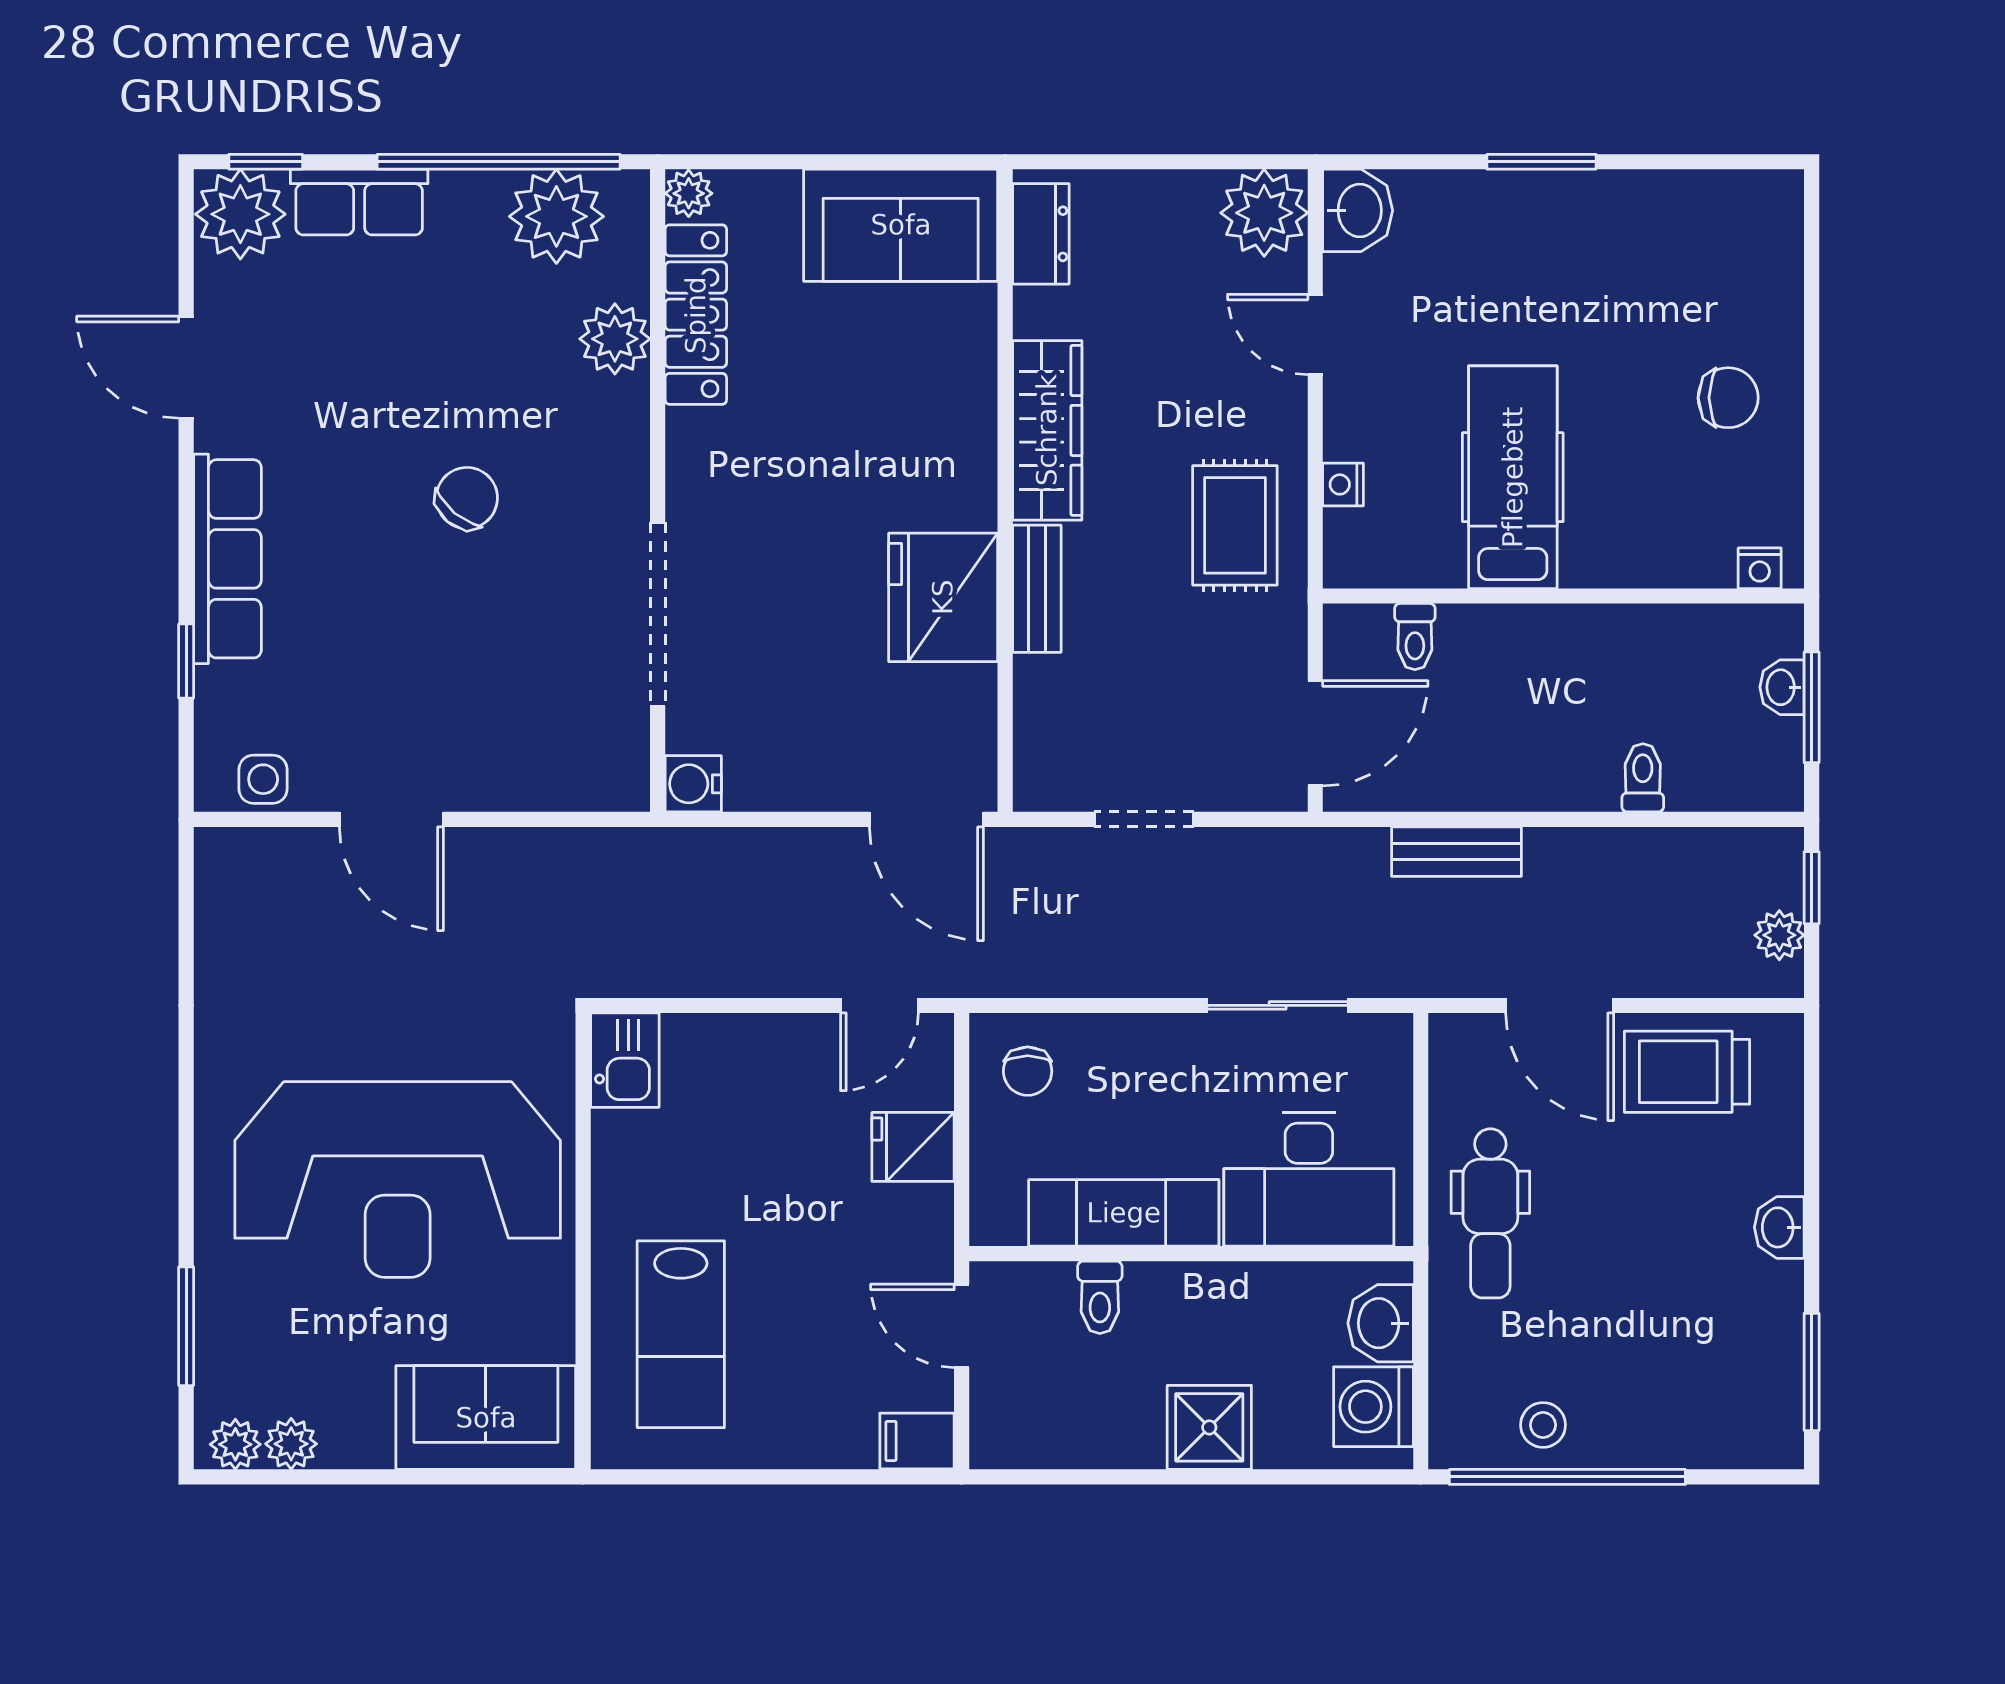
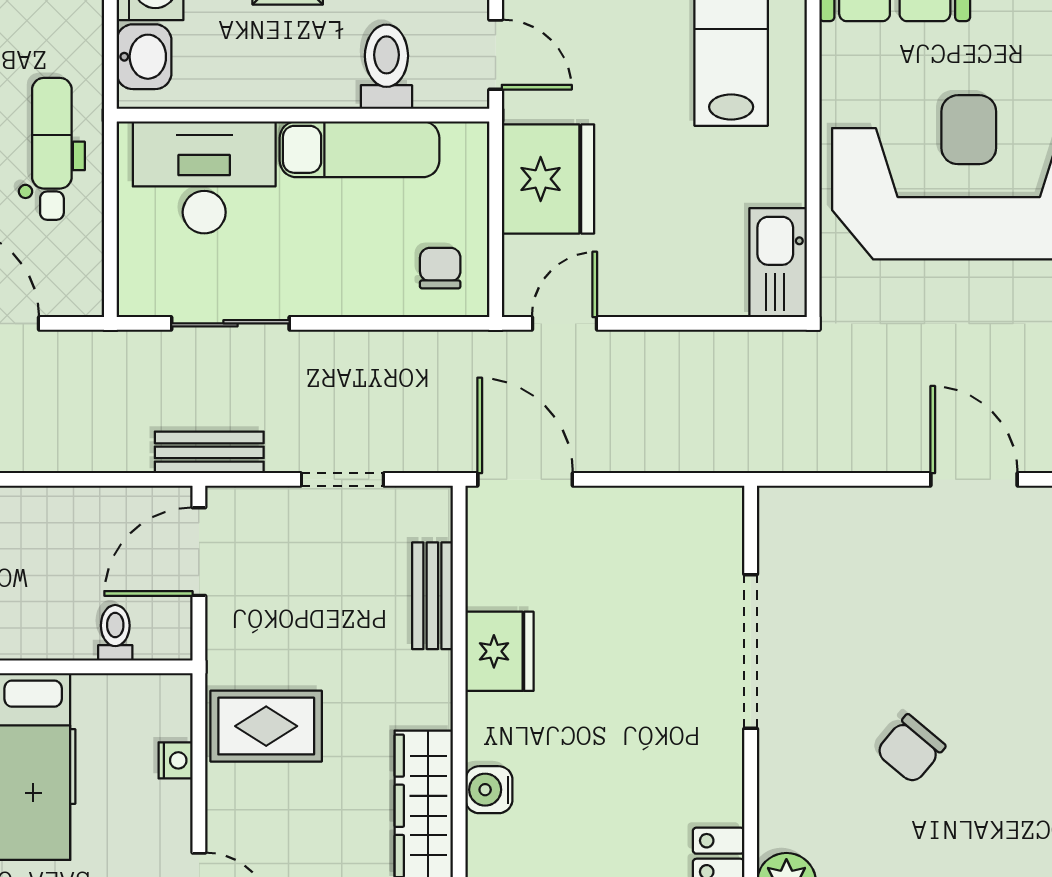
rug: (1235, 525) -> (266, 726), turned 90
bench: (1037, 589) -> (432, 596), moved
fridge: (943, 597) -> (499, 651), width x0.73, depth x0.75
water cooler: (693, 784) -> (489, 790), moved, turned 180
bench: (1457, 852) -> (209, 452), moved
kitchen sink: (625, 1060) -> (778, 263), width x1.38
fridge: (913, 1147) -> (548, 179), width x1.88, depth x1.34
toilet: (1100, 1297) -> (386, 67), width x1.37, depth x1.39

